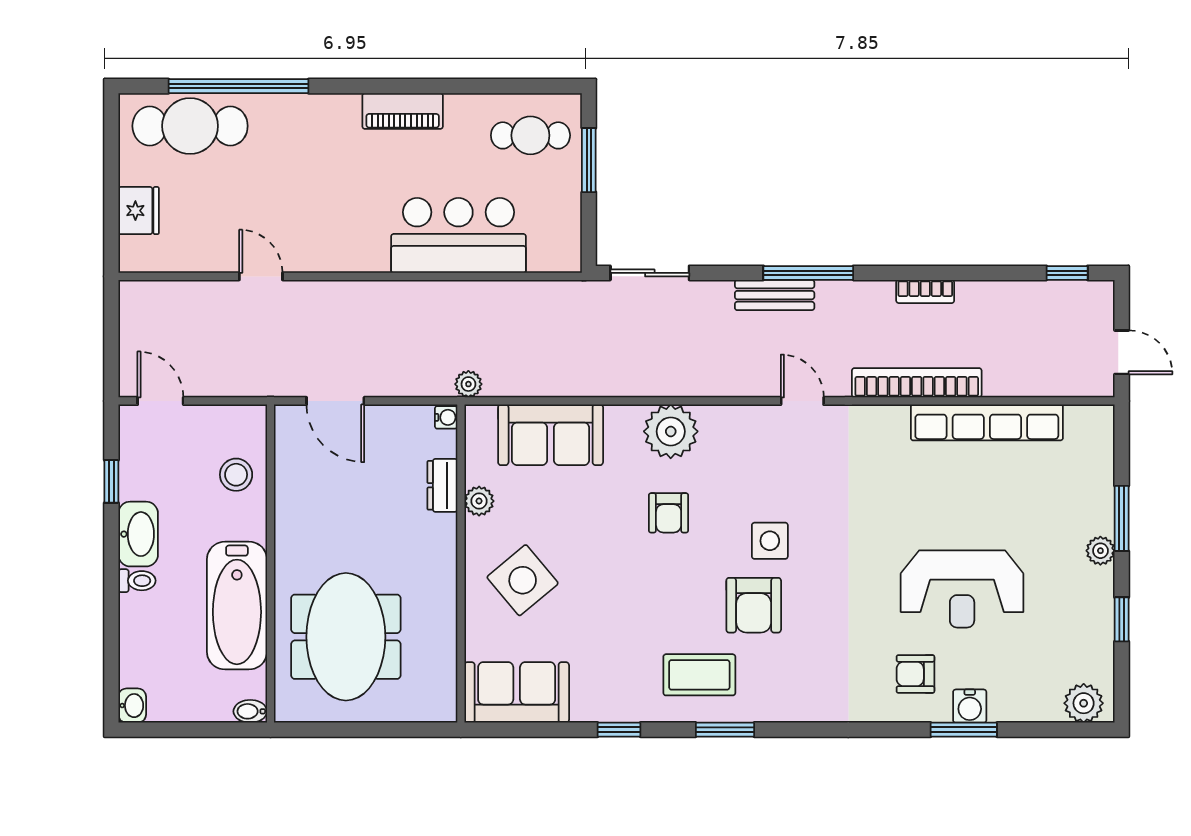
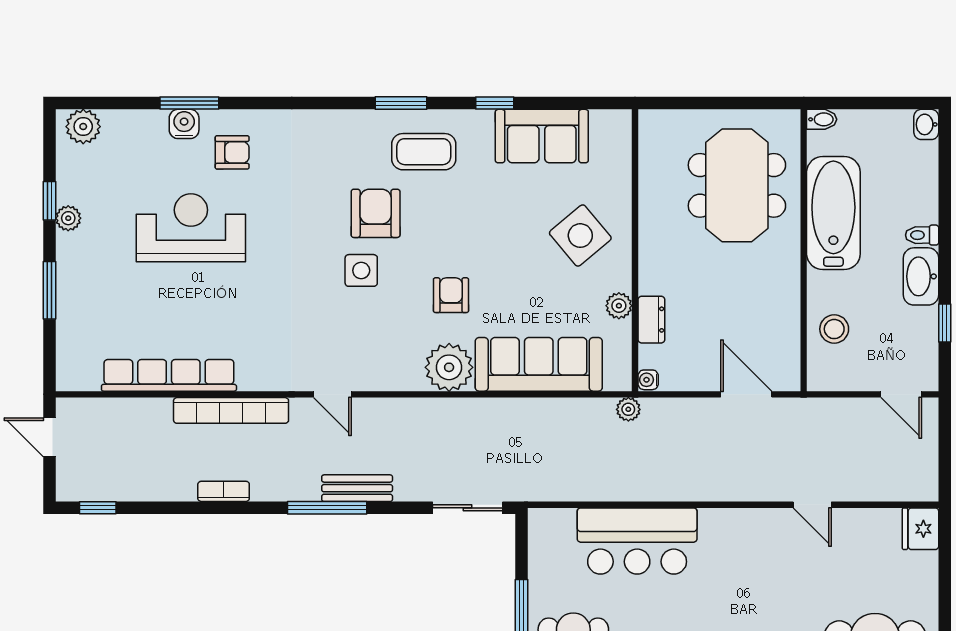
fridge: (139, 211) -> (921, 529), moved
sofa: (551, 435) -> (539, 364), width x1.36
plant: (1100, 551) -> (68, 218), moved
sofa: (517, 692) -> (542, 136), moved

